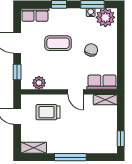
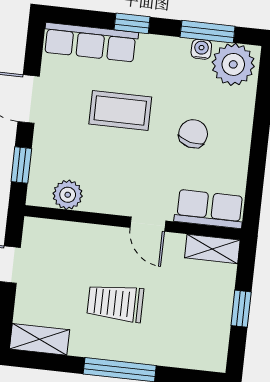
row of seats: (35, 15) -> (91, 42), width x1.48
trolley: (48, 112) -> (115, 303), moved
window: (121, 139) -> (241, 309), moved

